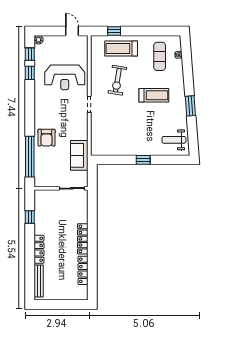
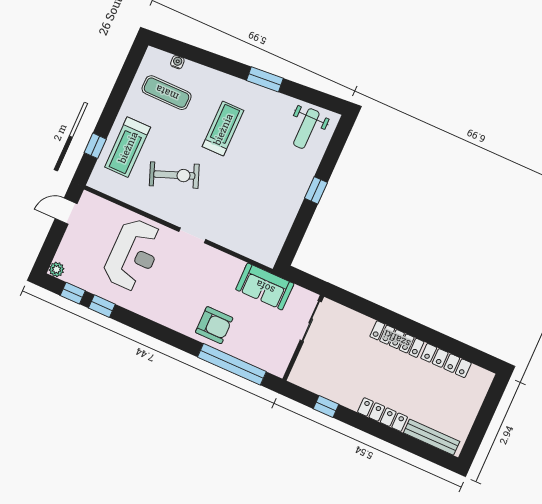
exercise bike: (117, 80) -> (174, 175), turned -30

